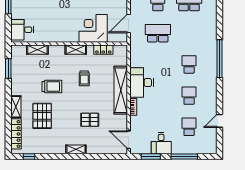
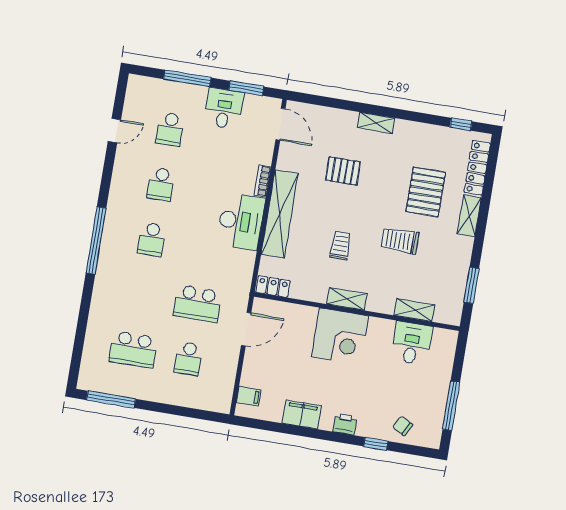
corner desk: (93, 28) -> (340, 336), moved
desk: (22, 30) -> (412, 343), moved, turned -90
locker: (103, 50) -> (273, 286), moved

